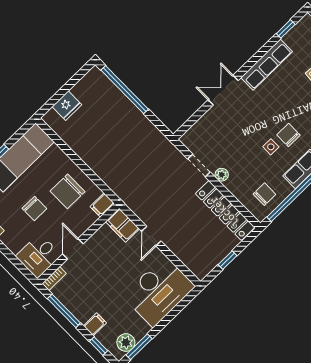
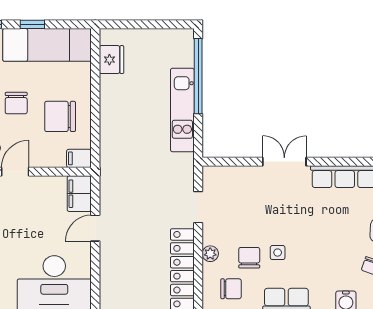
fridge: (67, 106) -> (111, 60), moved, turned -90
kitchen unit: (135, 118) -> (182, 110), added
chair: (289, 135) -> (249, 258), moved
plant: (222, 175) -> (210, 254), moved

